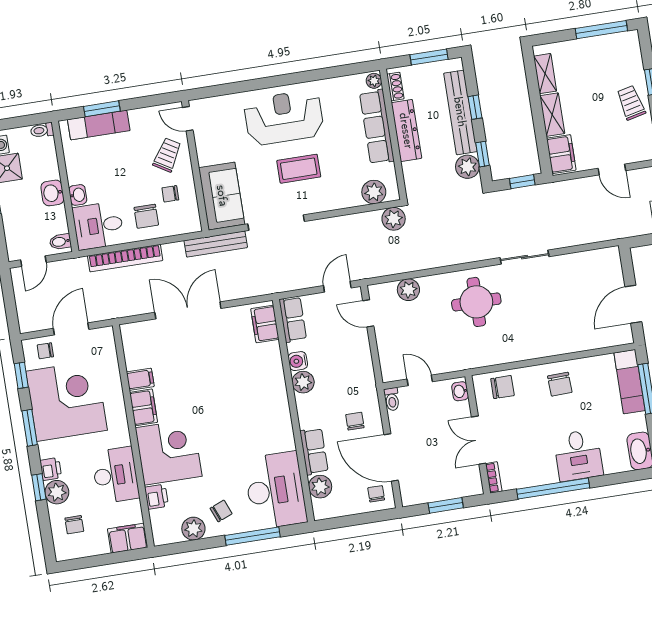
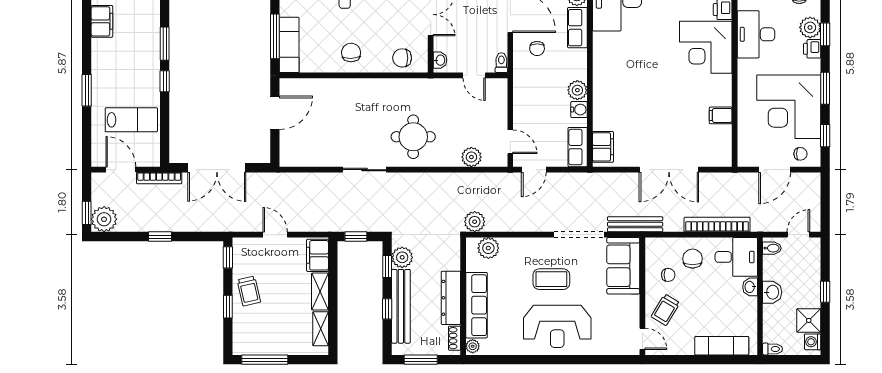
window: (102, 109) -> (717, 360), removed
filing cabinet: (143, 407) -> (722, 90), removed

